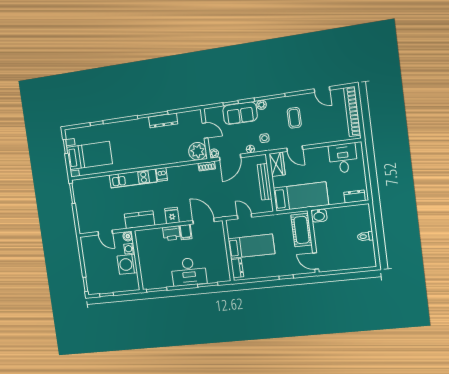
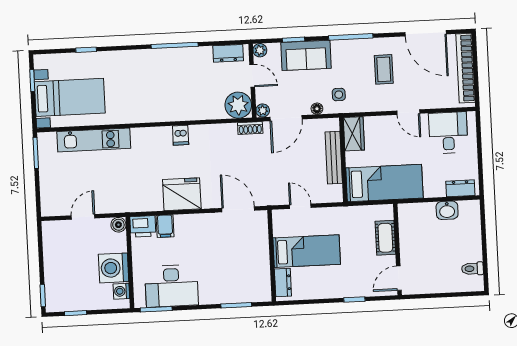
door: (322, 89) -> (426, 33), width x1.87
plant: (262, 105) -> (260, 50), moved
dresser: (163, 120) -> (228, 53), moved, width x0.70
door: (295, 149) -> (408, 112), moved
kitchen unit: (133, 179) -> (94, 140), moved
washbasin: (319, 215) -> (447, 210), moved
fridge: (172, 216) -> (182, 194), width x1.88, depth x1.34
kitchen counter: (140, 220) -> (140, 201), removed
cot: (302, 230) -> (385, 238), width x0.73, depth x0.75
filing cabinet: (186, 232) -> (165, 226), moved
door: (105, 233) -> (83, 217), swing flipped
printer: (171, 233) -> (143, 226), moved
toilet: (365, 236) -> (472, 269), moved
washing machine: (129, 249) -> (121, 291), moved
door: (316, 261) -> (399, 278), hinge flipped
desk: (189, 272) -> (172, 286), moved

